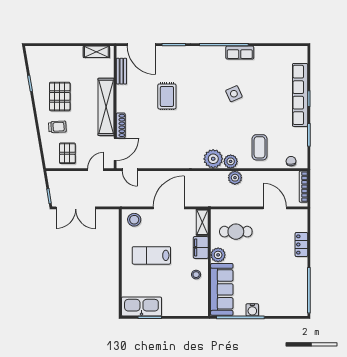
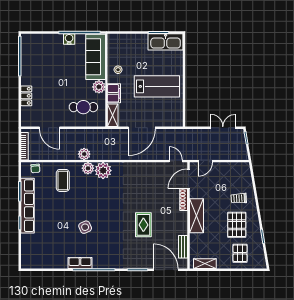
row of seats: (300, 95) -> (27, 206), moved
shelving: (106, 107) -> (196, 216), width x0.68
pallet: (67, 153) -> (240, 253), moved
double door: (76, 208) -> (223, 128), width x0.73
stool: (134, 220) -> (172, 117), removed
lab bench: (151, 255) -> (157, 86), width x1.36, depth x1.39

